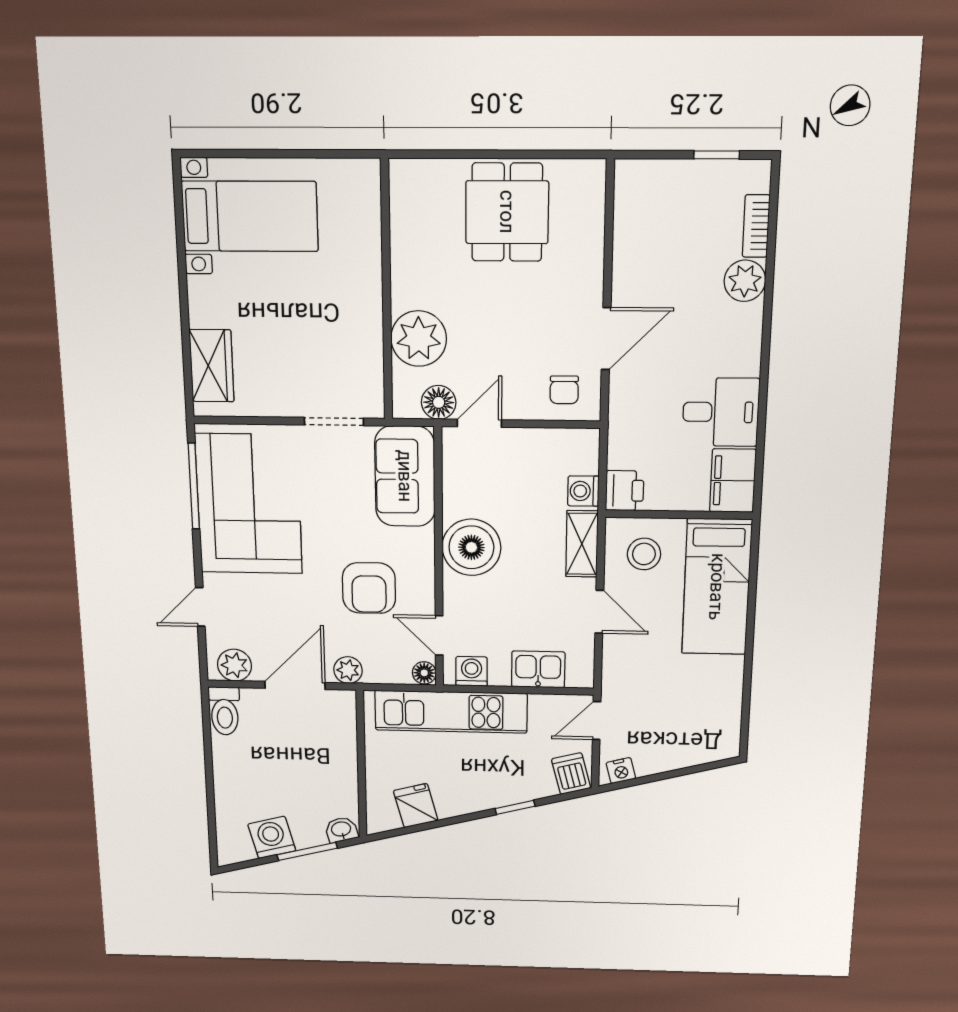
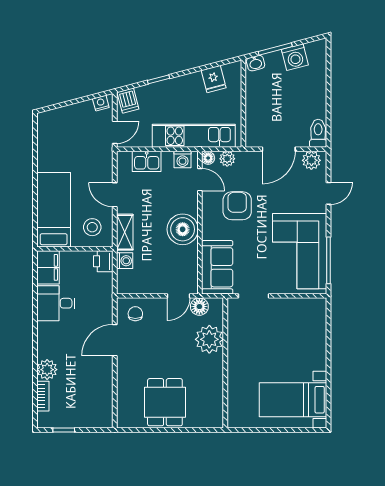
wardrobe: (212, 366) -> (316, 324), removed
plant: (348, 670) -> (227, 159), moved

